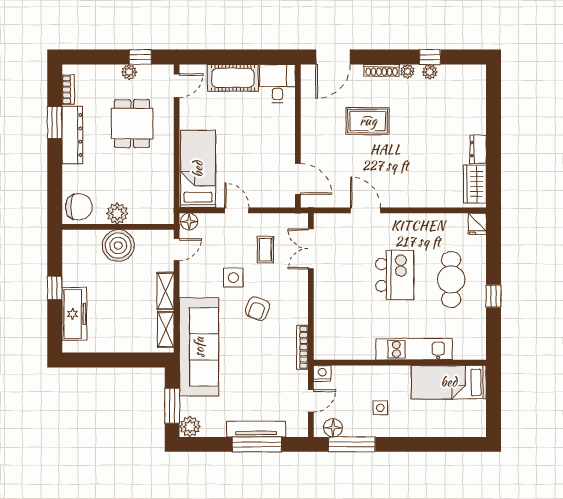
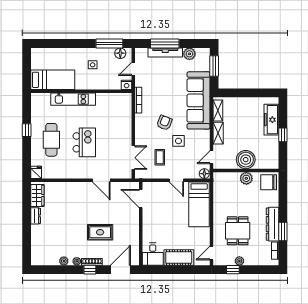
window: (430, 57) -> (90, 270), moved
kitchen island: (395, 275) -> (84, 142), turned 180
plant: (190, 427) -> (189, 54), moved

